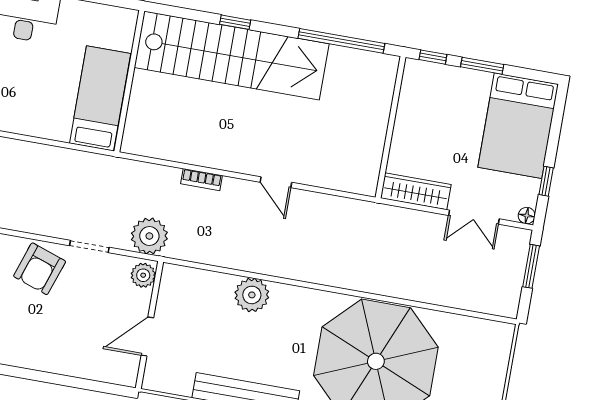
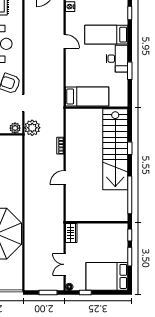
wardrobe: (416, 191) -> (71, 233), width x0.67
plant: (252, 295) -> (15, 176), removed

